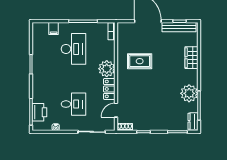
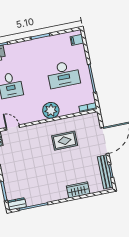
filing cabinet: (54, 28) -> (77, 40), moved
rug: (140, 61) -> (65, 141), turned 90
locker: (109, 89) -> (32, 117), removed
plant: (189, 93) -> (43, 195), removed

